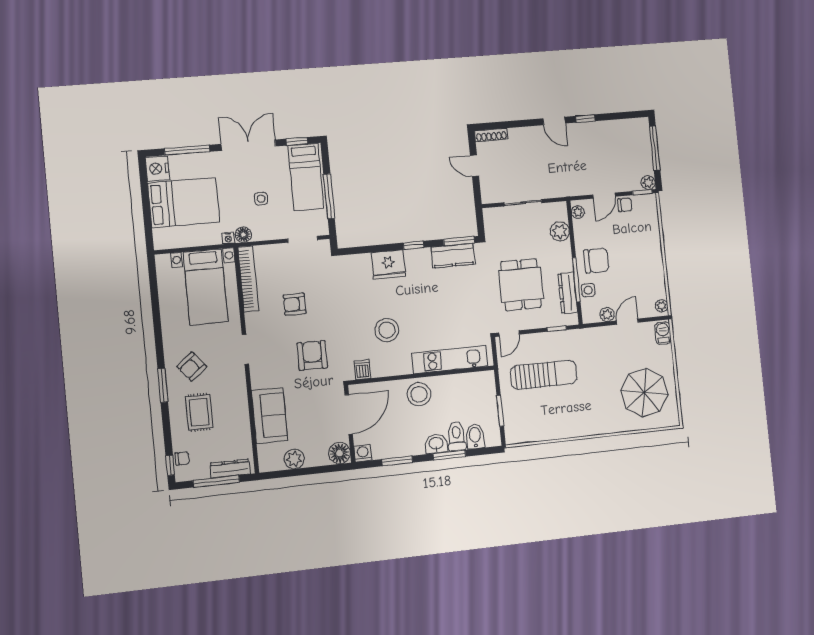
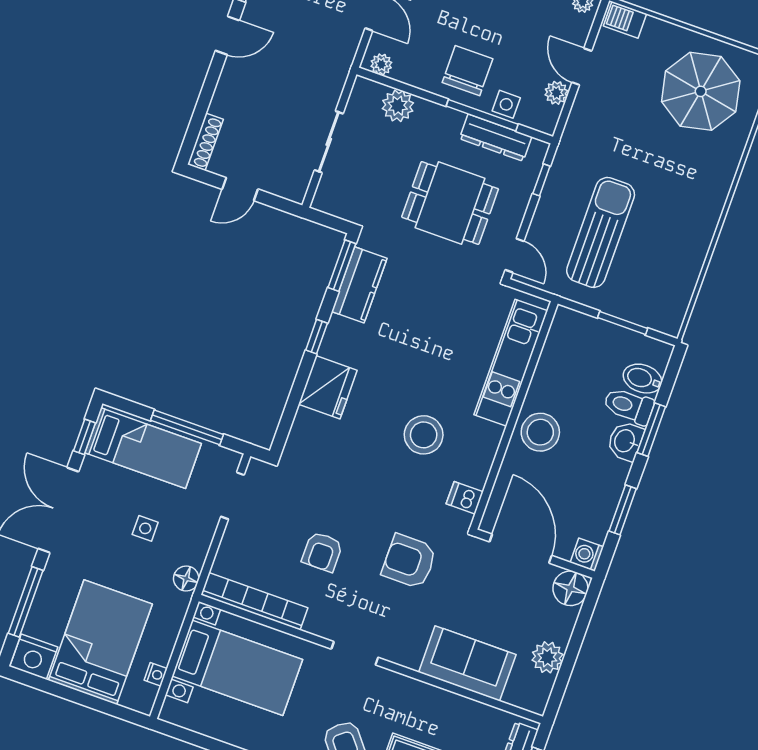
nightstand: (228, 238) -> (156, 674), moved

